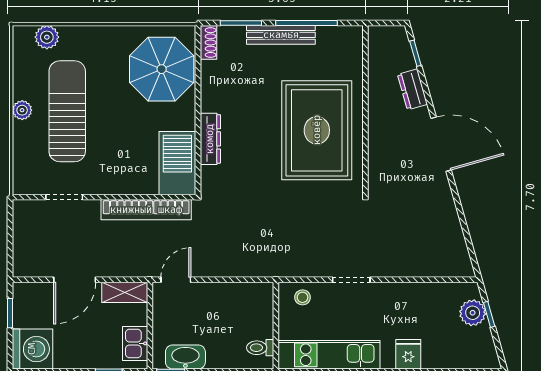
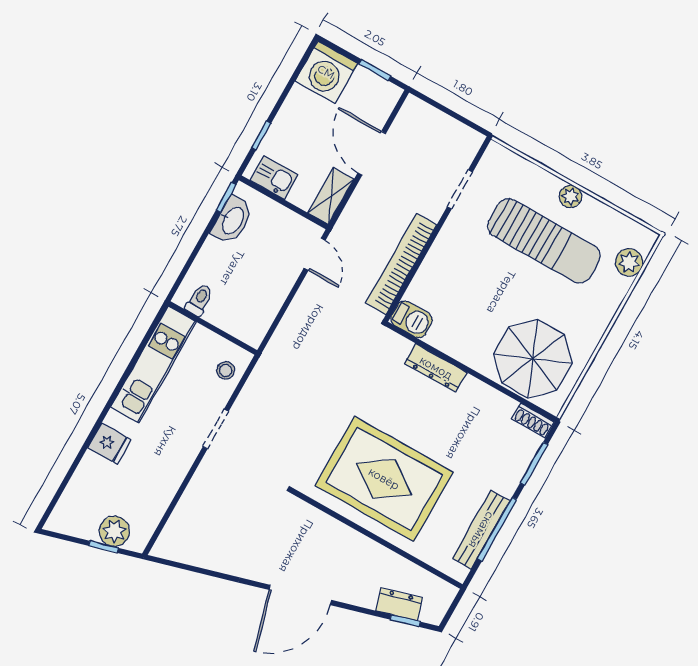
bench: (281, 35) -> (481, 530), moved
dresser: (412, 89) -> (399, 604), moved
barbecue: (177, 163) -> (412, 319), width x0.53, depth x0.65

